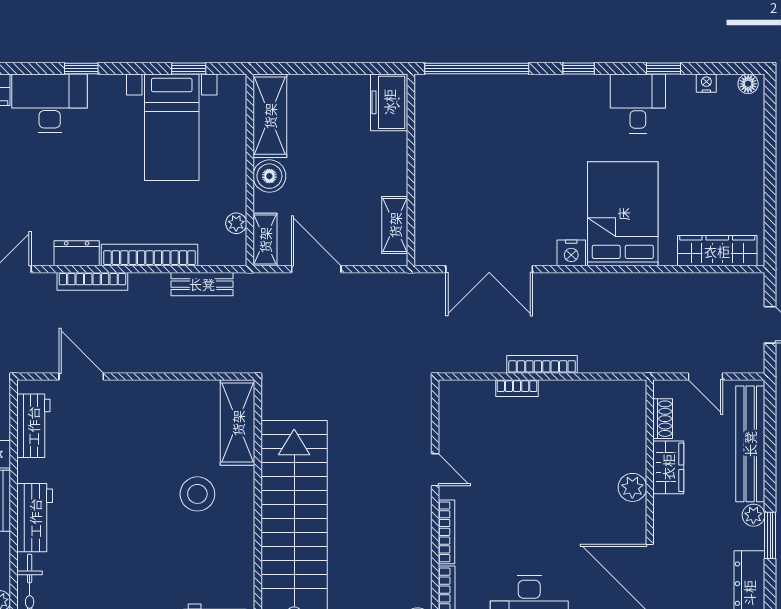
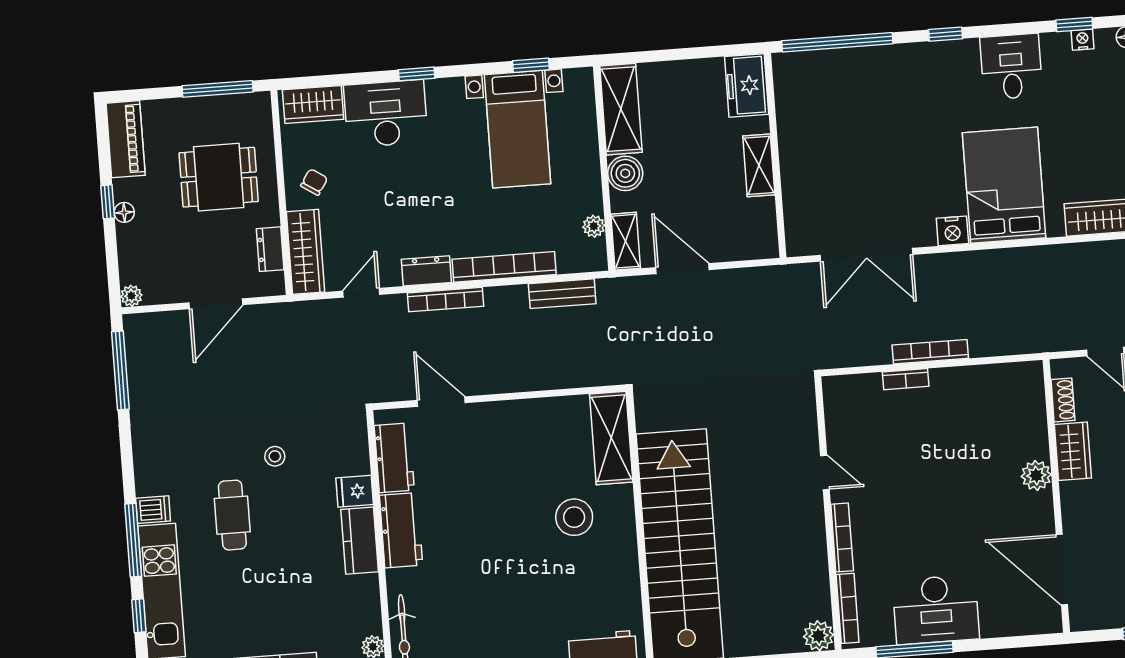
window: (663, 68) -> (1074, 24), moved
shelving: (395, 225) -> (759, 165), moved
workbench: (35, 518) -> (401, 530), moved

